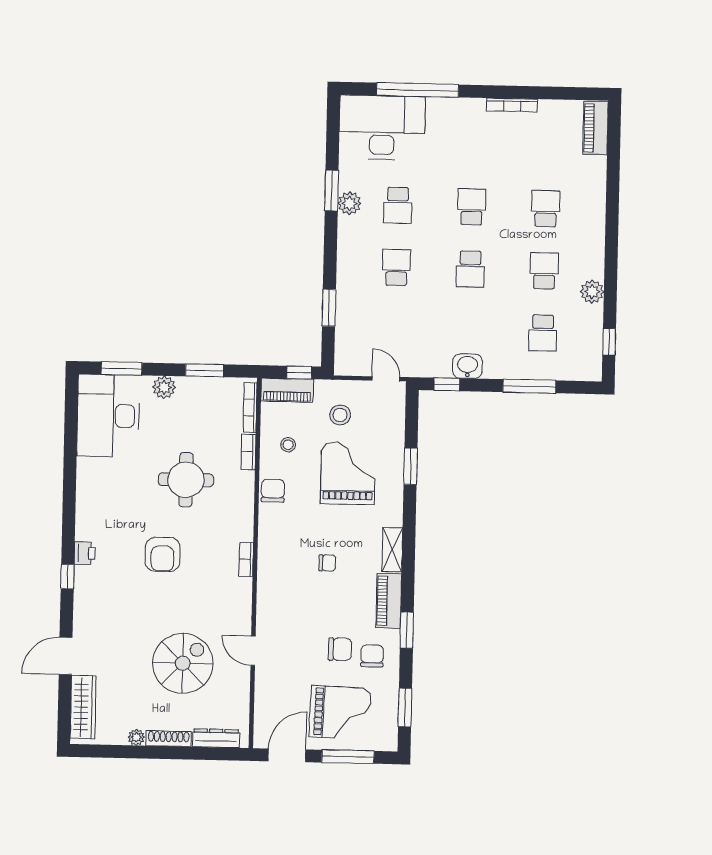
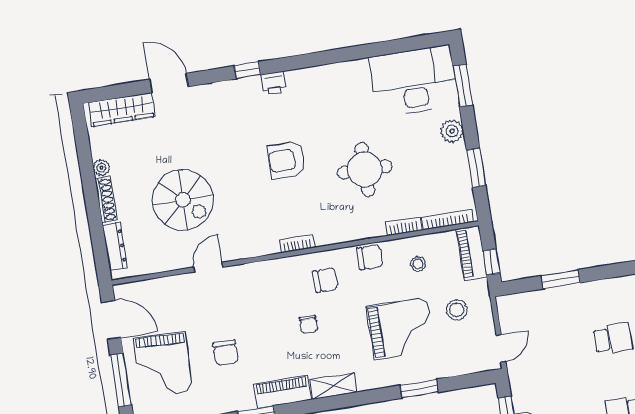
chair: (372, 656) -> (325, 280), moved

